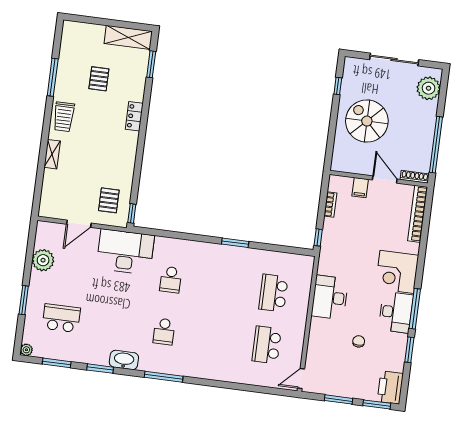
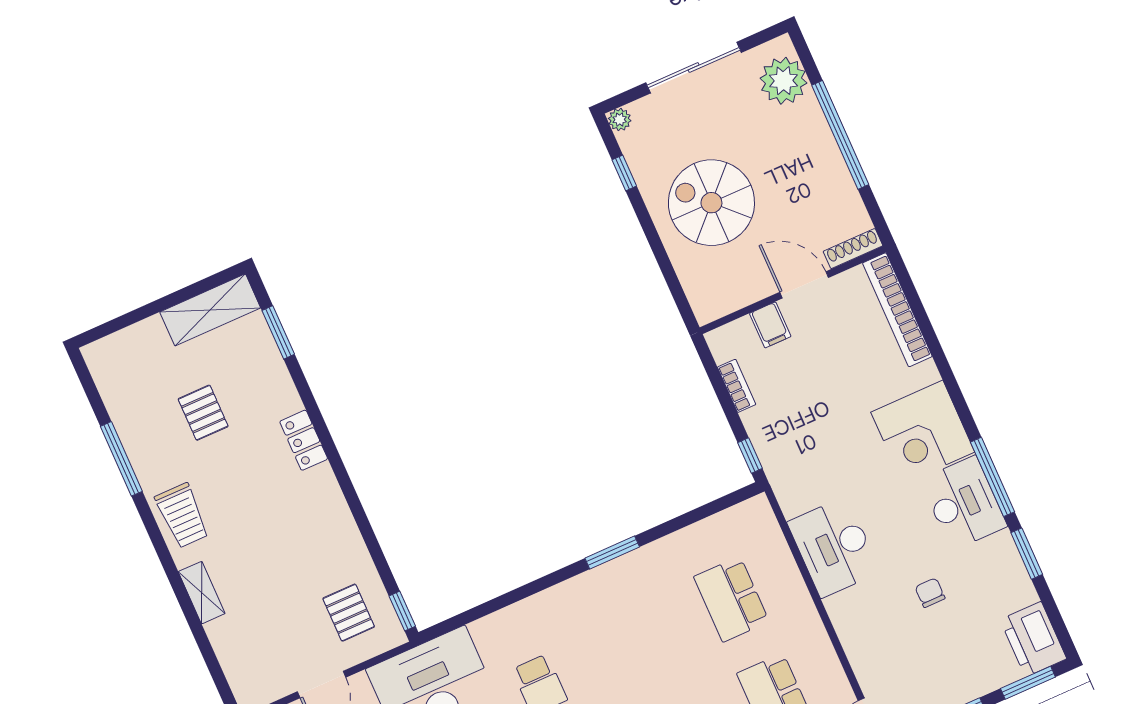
plant: (350, 62) -> (620, 120), added
window: (436, 145) -> (840, 135), moved

